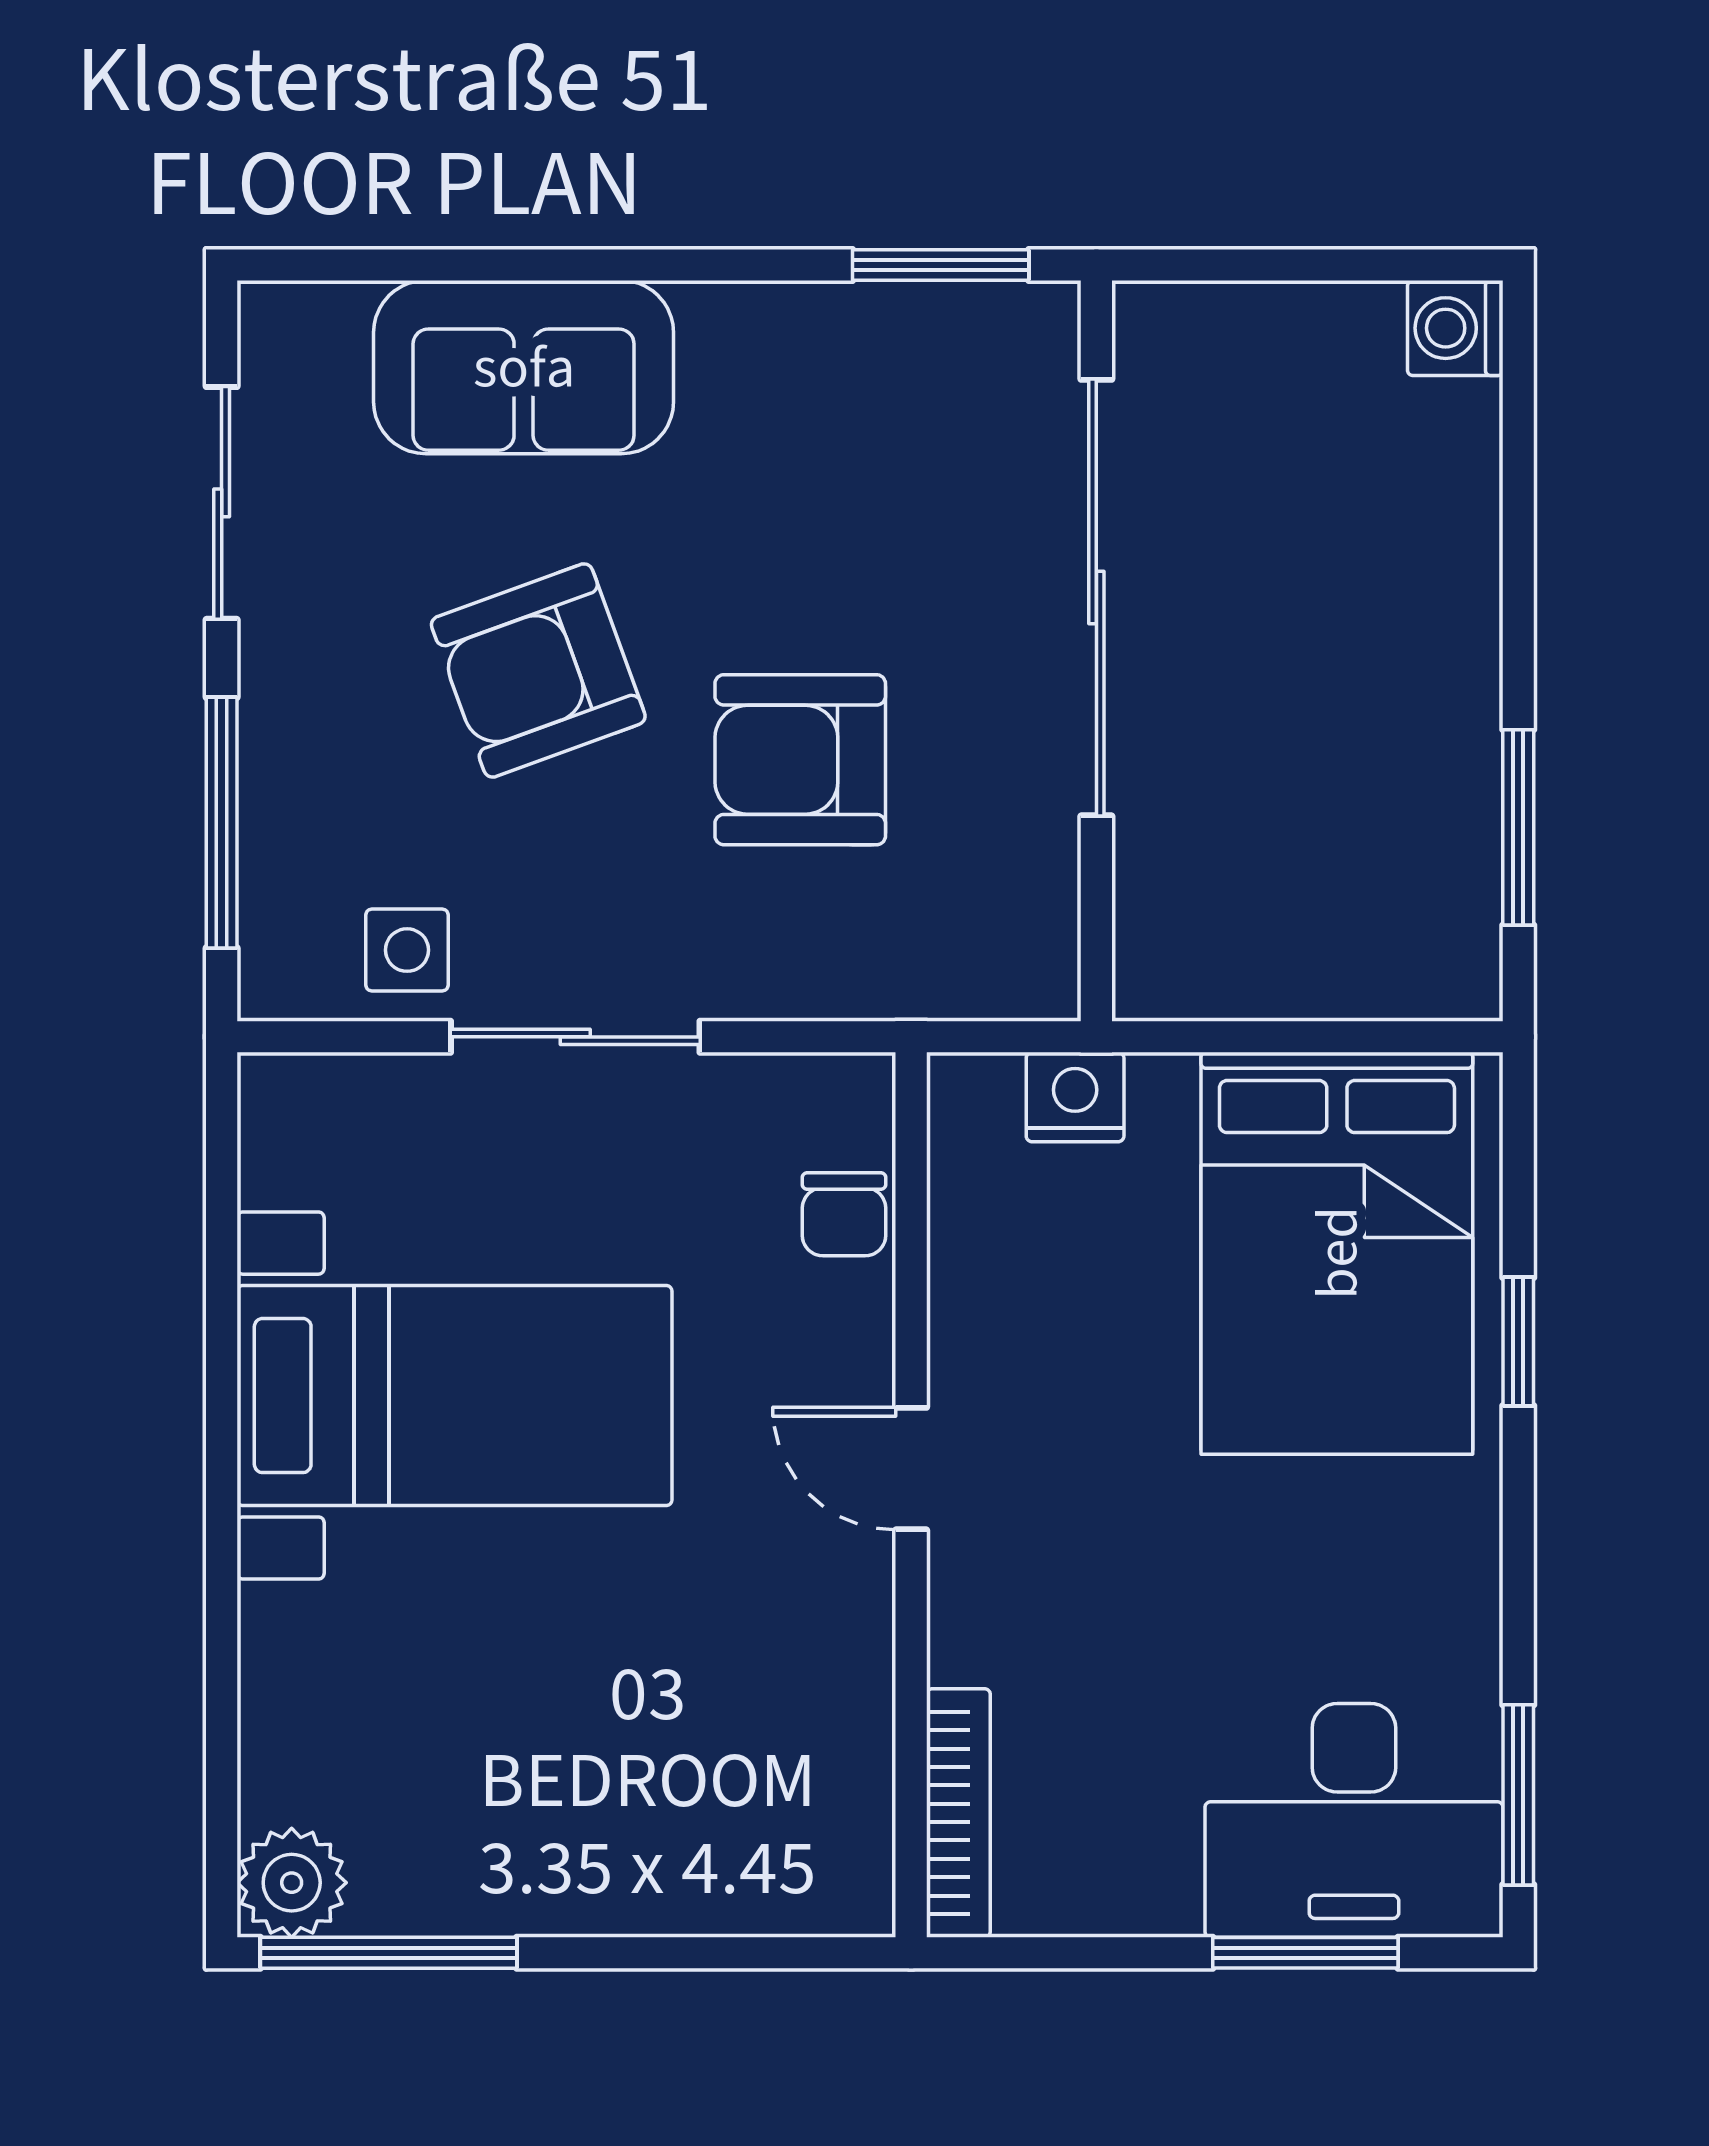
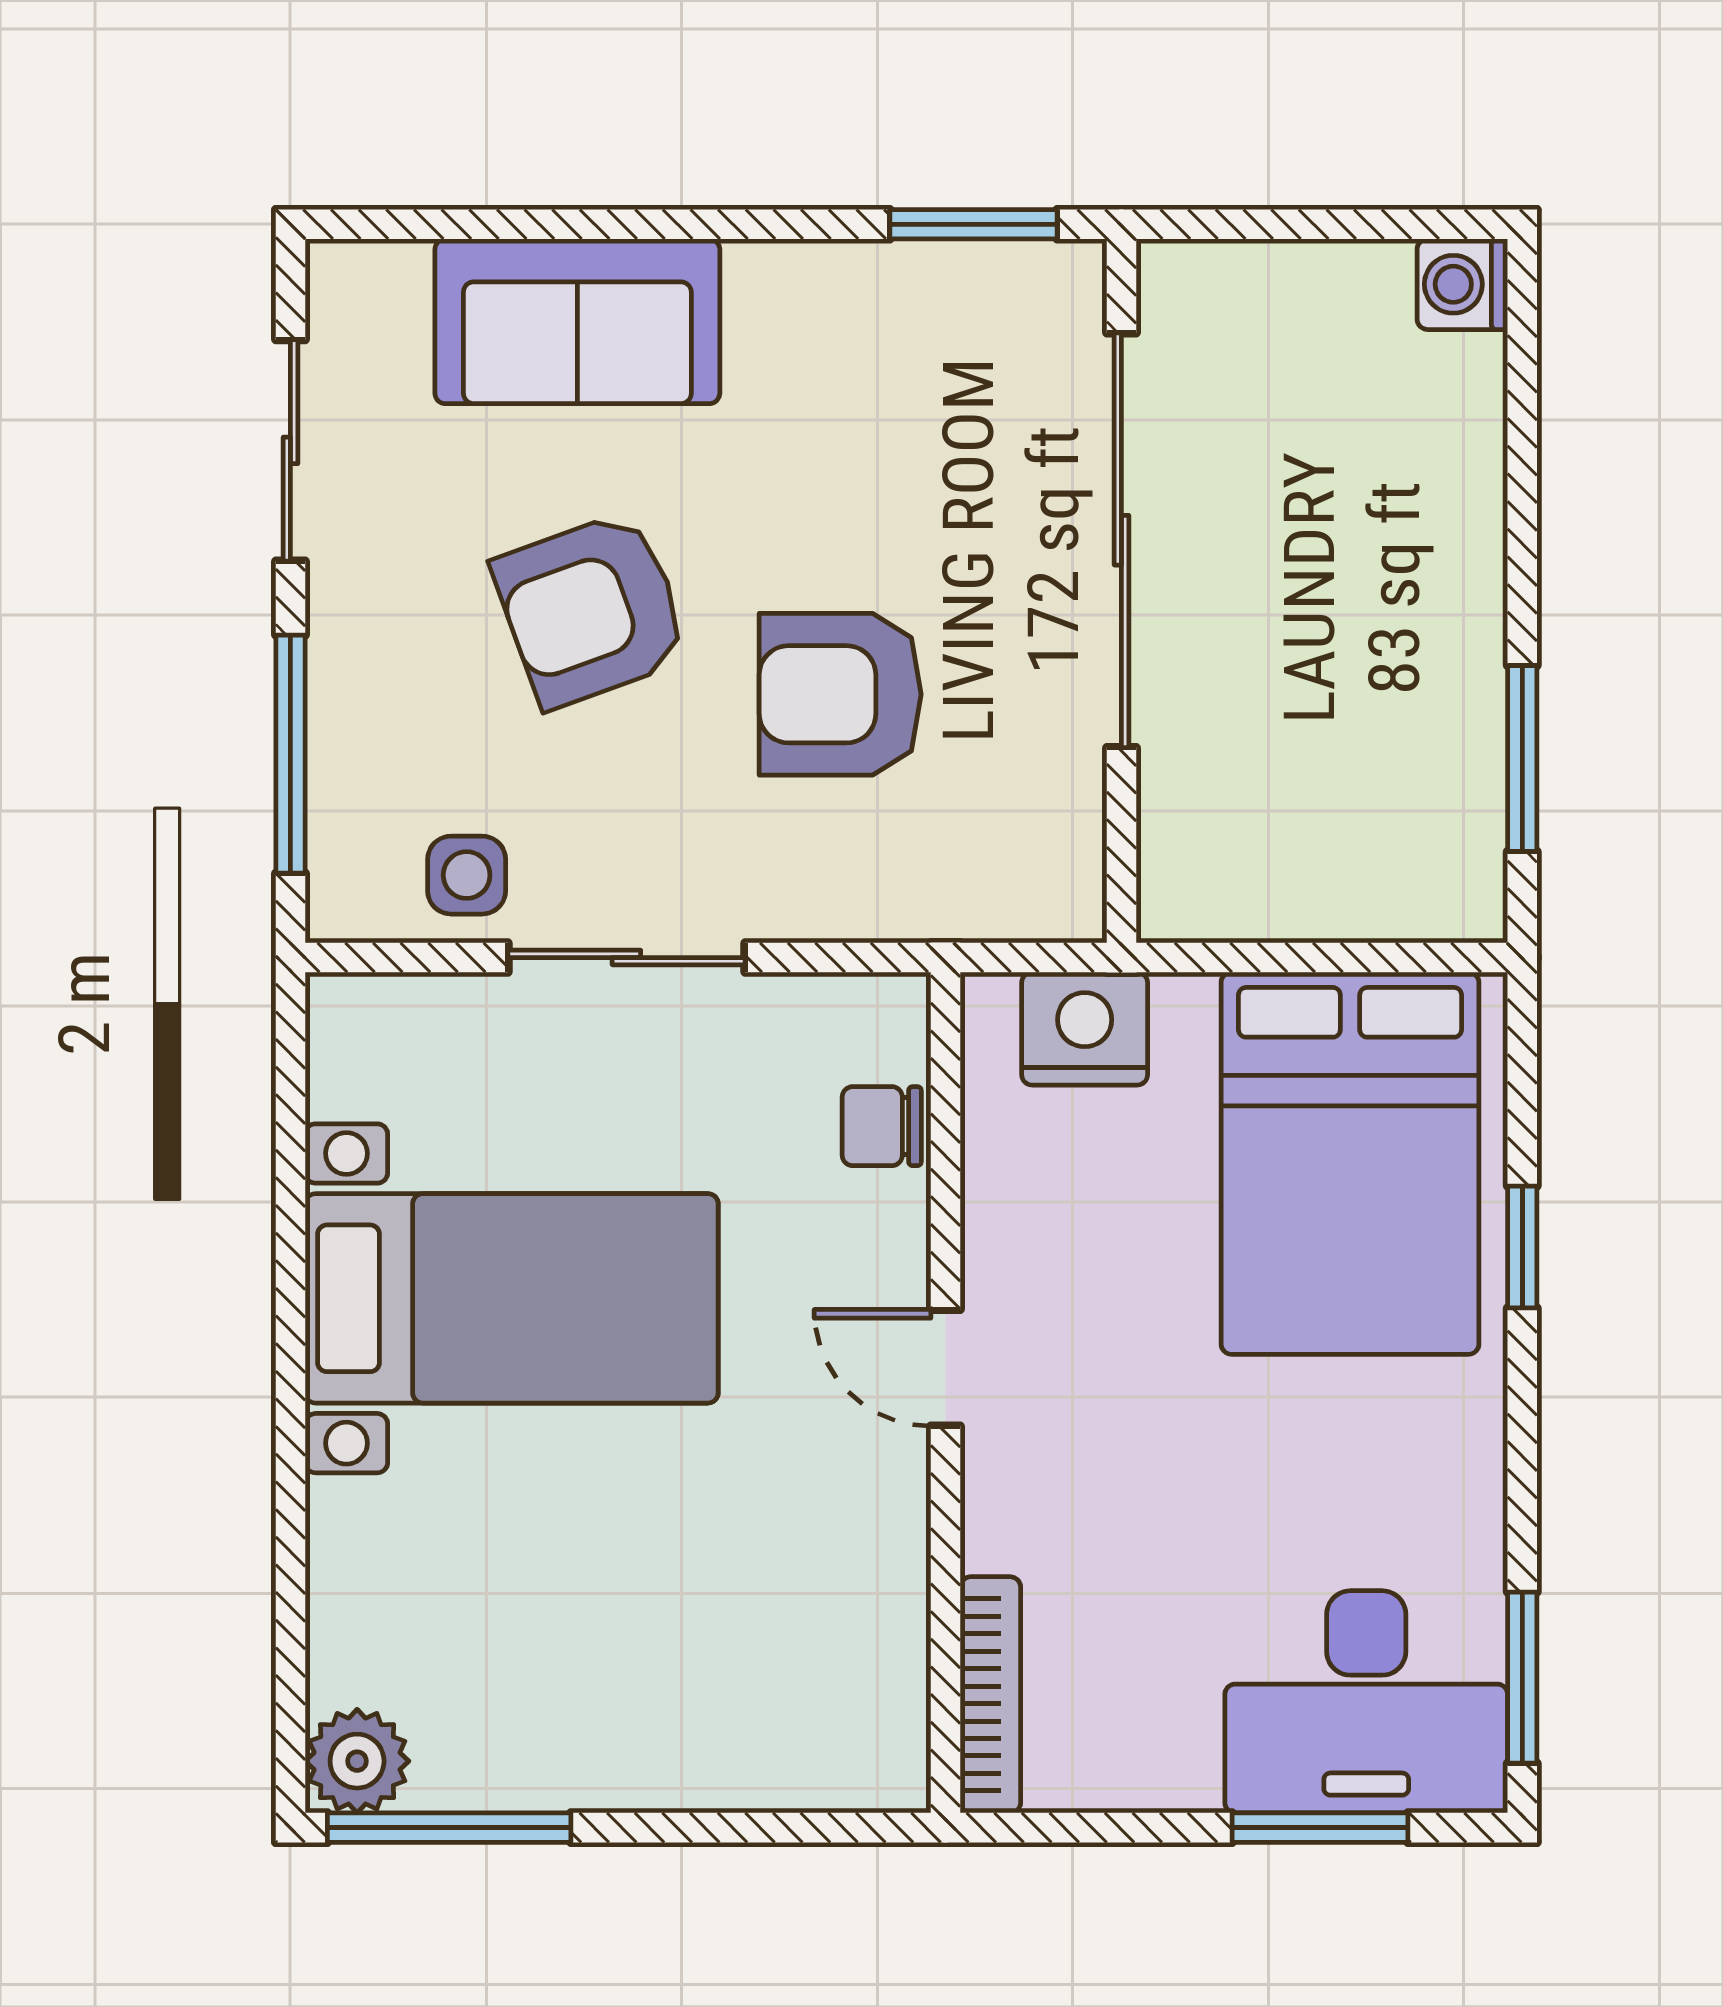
nightstand: (1075, 1097) -> (1085, 1029), width x1.36, depth x1.33
chair: (844, 1214) -> (882, 1126), turned 90

